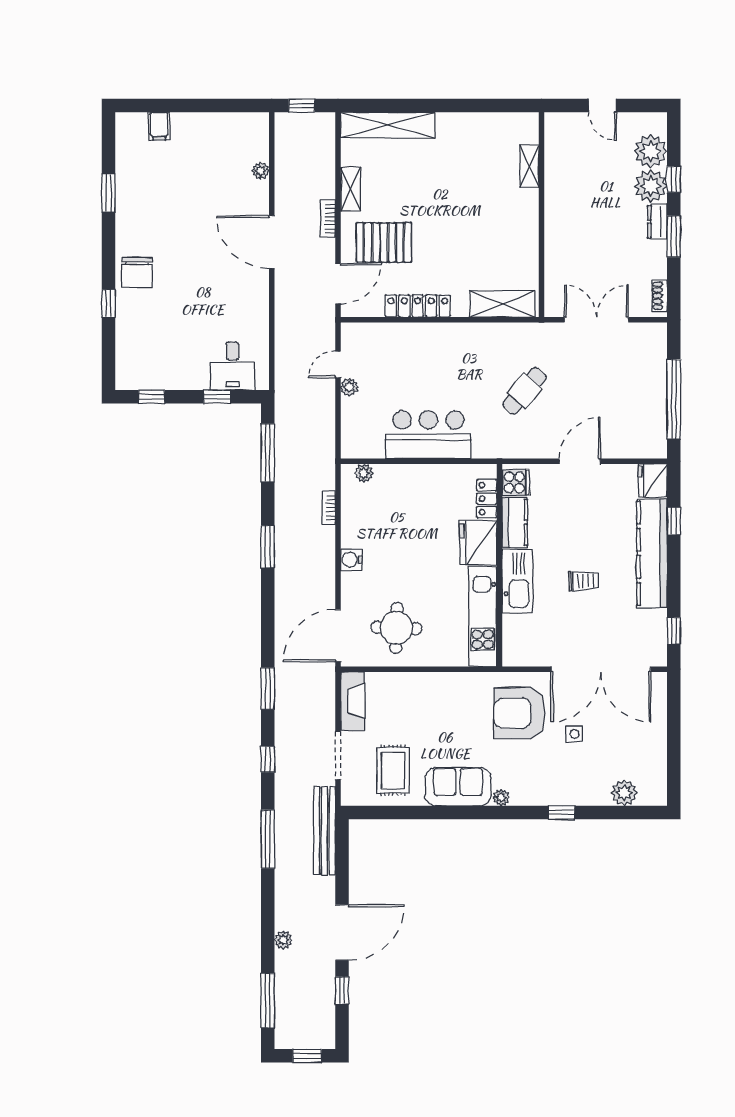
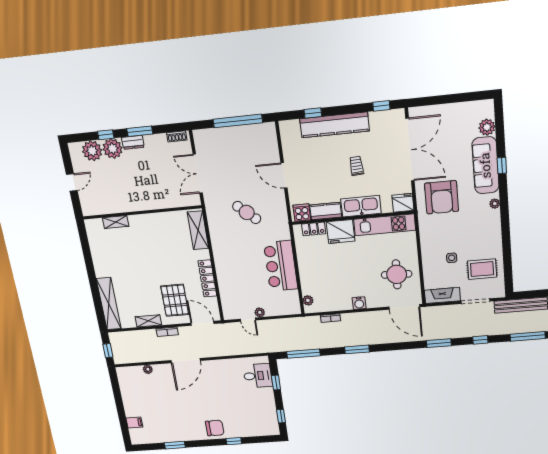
fridge: (653, 481) -> (403, 203), moved, turned 180
side table: (575, 734) -> (452, 258), moved
sofa: (458, 787) -> (485, 165), moved, width x1.36

